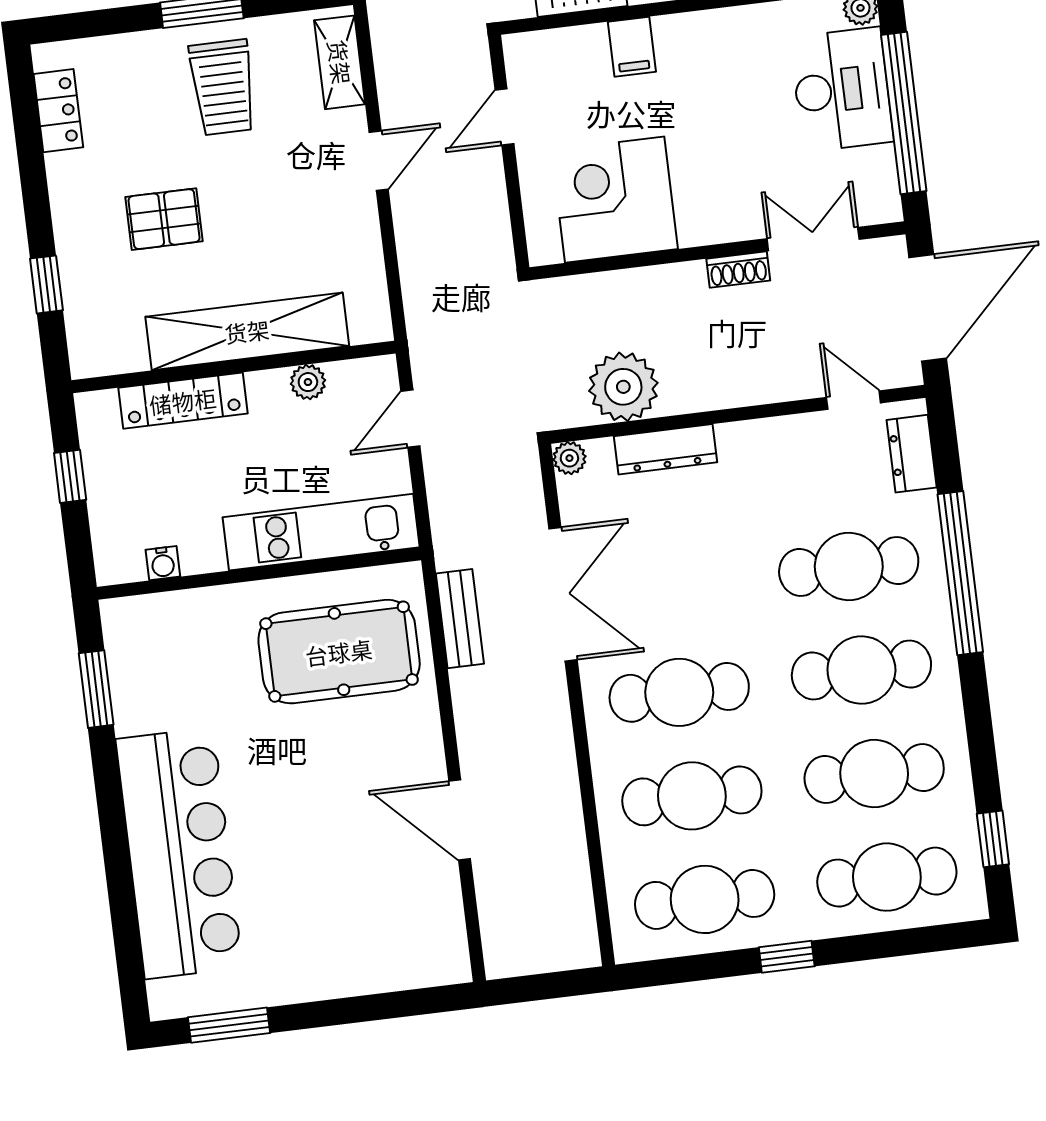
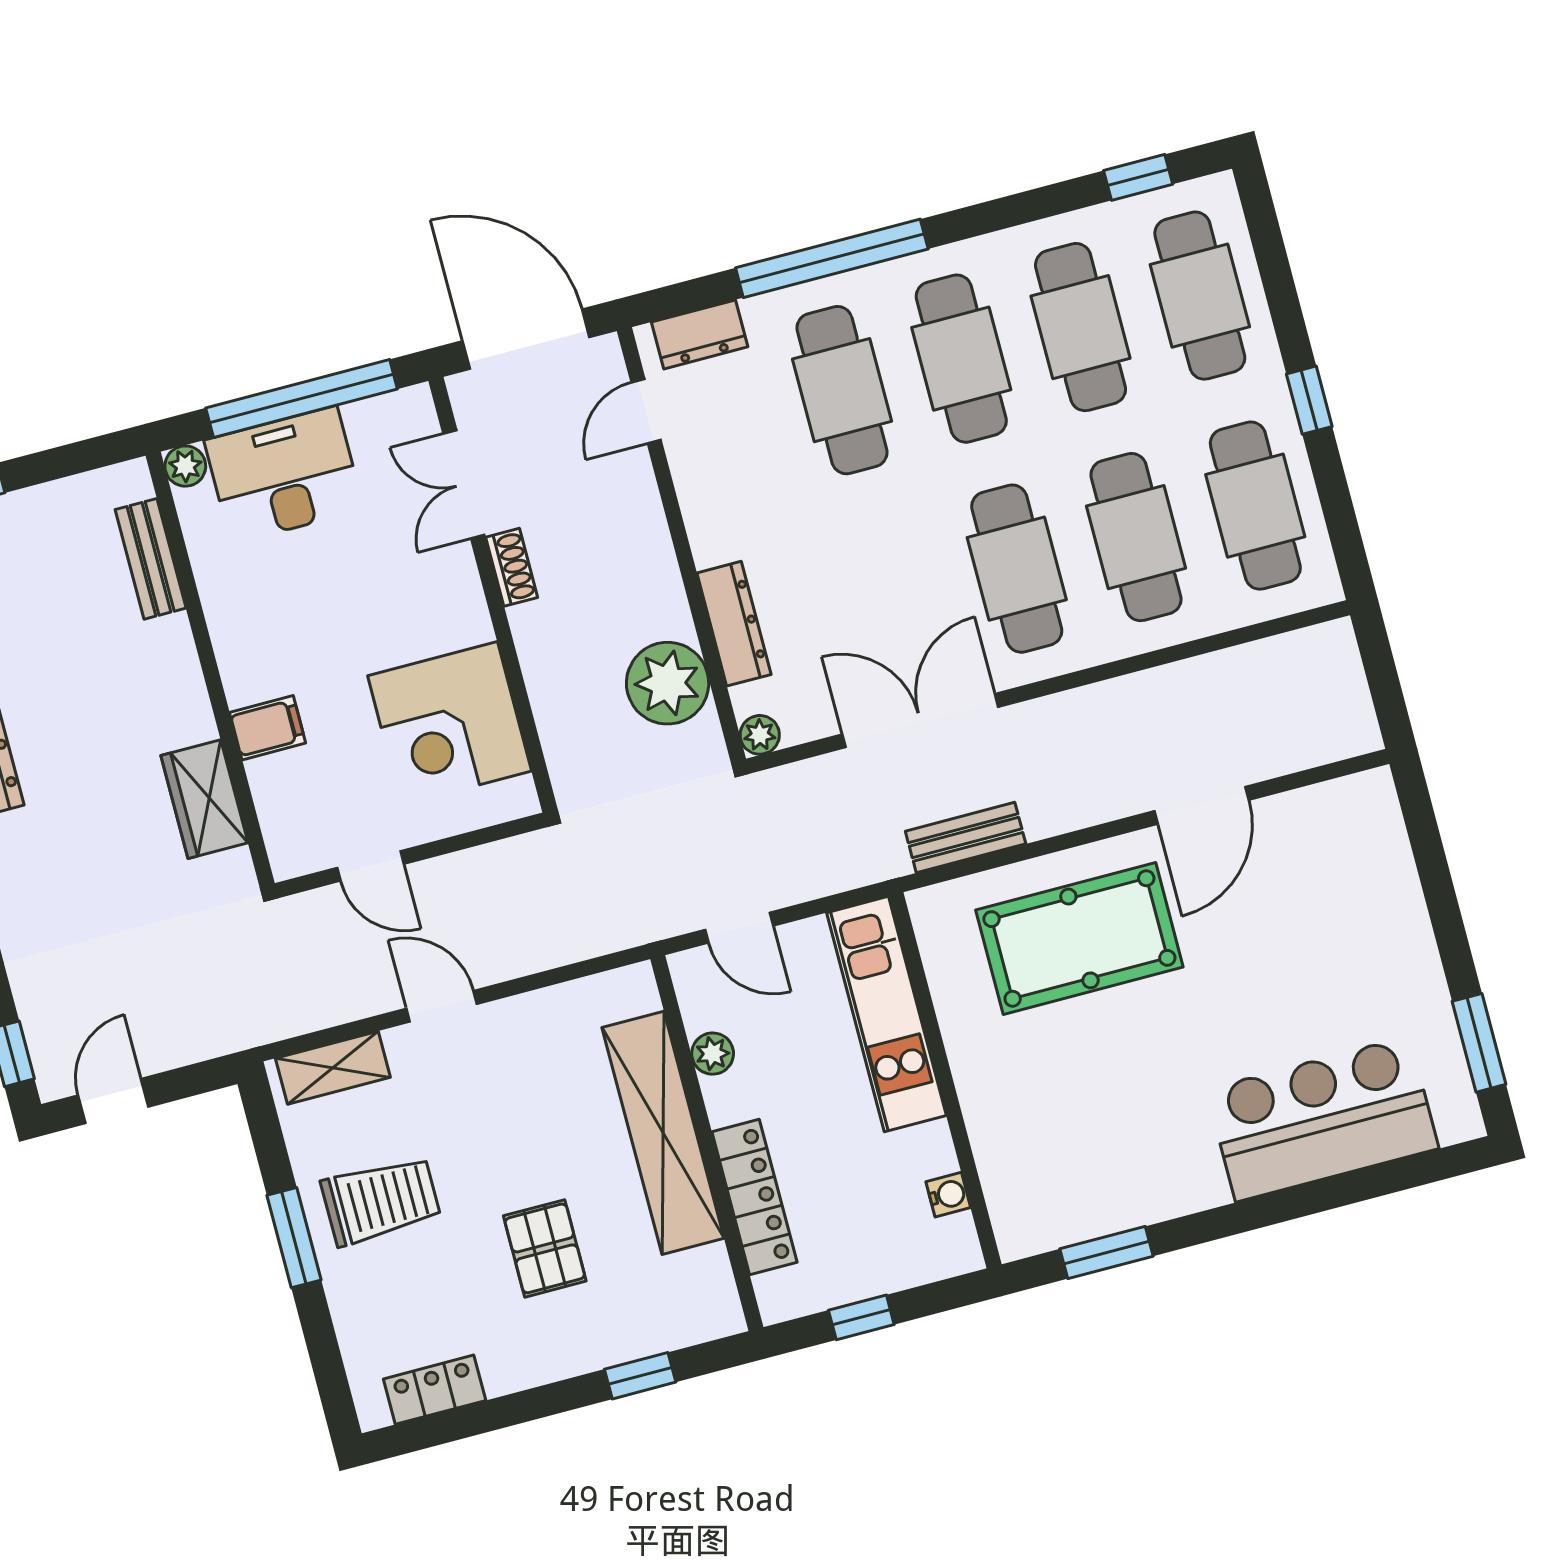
pool table: (339, 652) -> (1079, 938), moved, turned 90
bar counter: (179, 853) -> (1323, 1119), width x0.73

